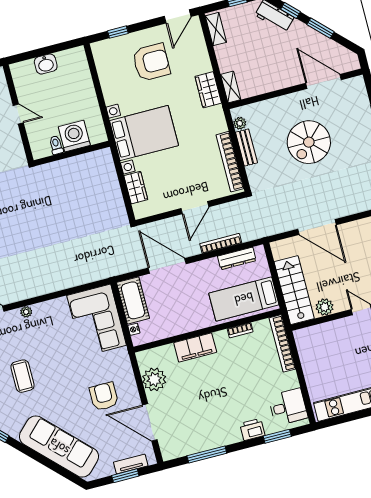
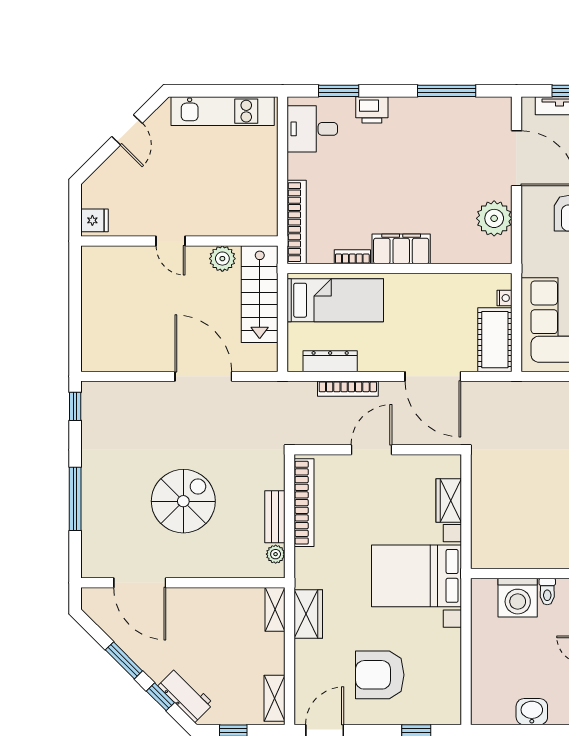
filing cabinet: (195, 347) -> (401, 249), moved

